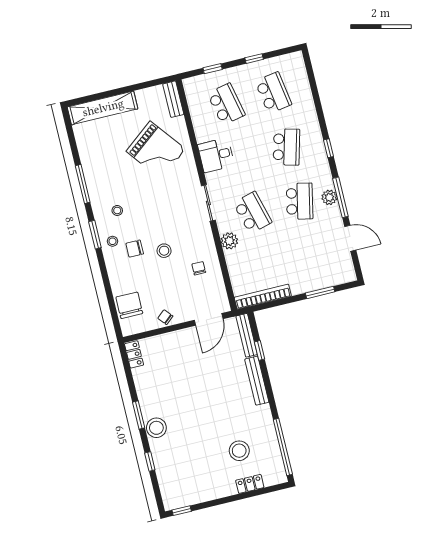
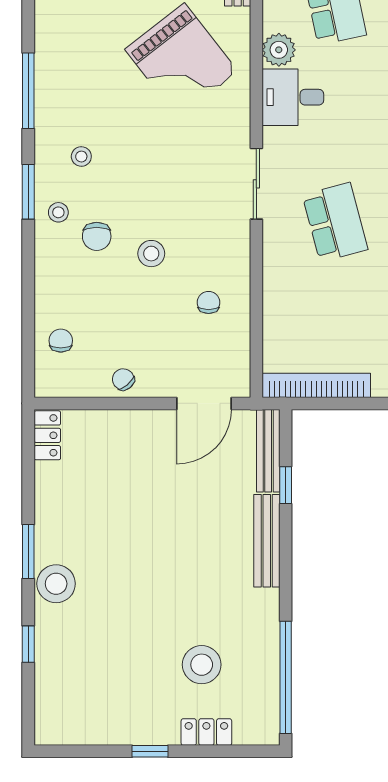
plant: (229, 241) -> (279, 50), moved
chair: (135, 249) -> (97, 236), turned -90
chair: (129, 305) -> (61, 341), width x0.54, depth x0.54
window: (182, 511) -> (150, 751), moved

